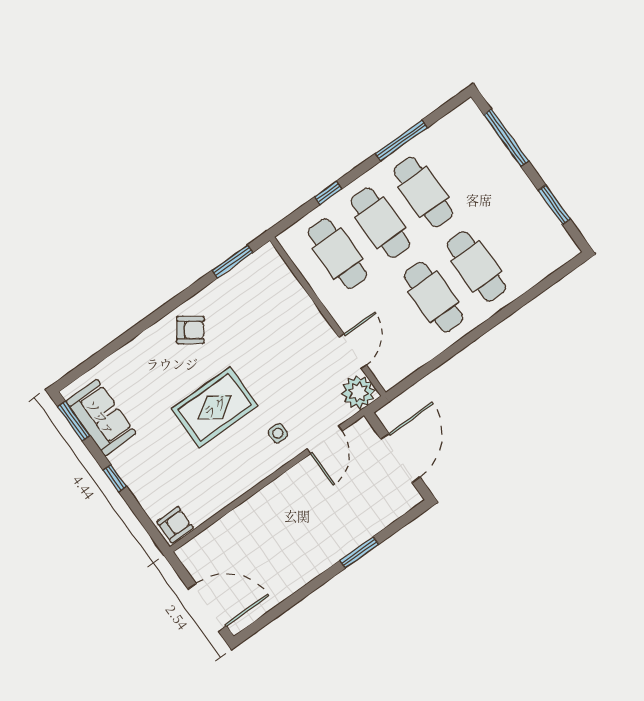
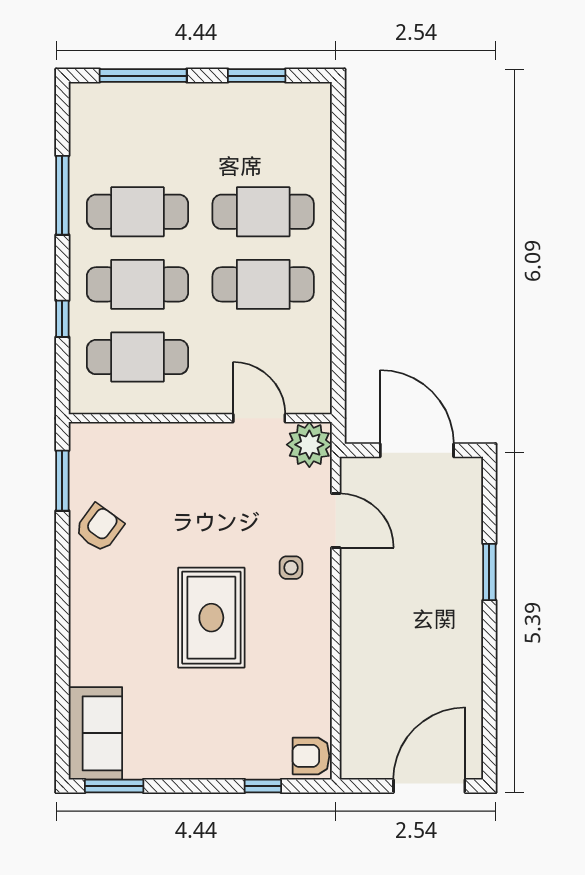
armchair: (190, 330) -> (99, 528), moved
sofa: (101, 417) -> (95, 733), moved, turned 90
window: (115, 478) -> (263, 786), moved
armchair: (175, 525) -> (311, 756), turned -90

